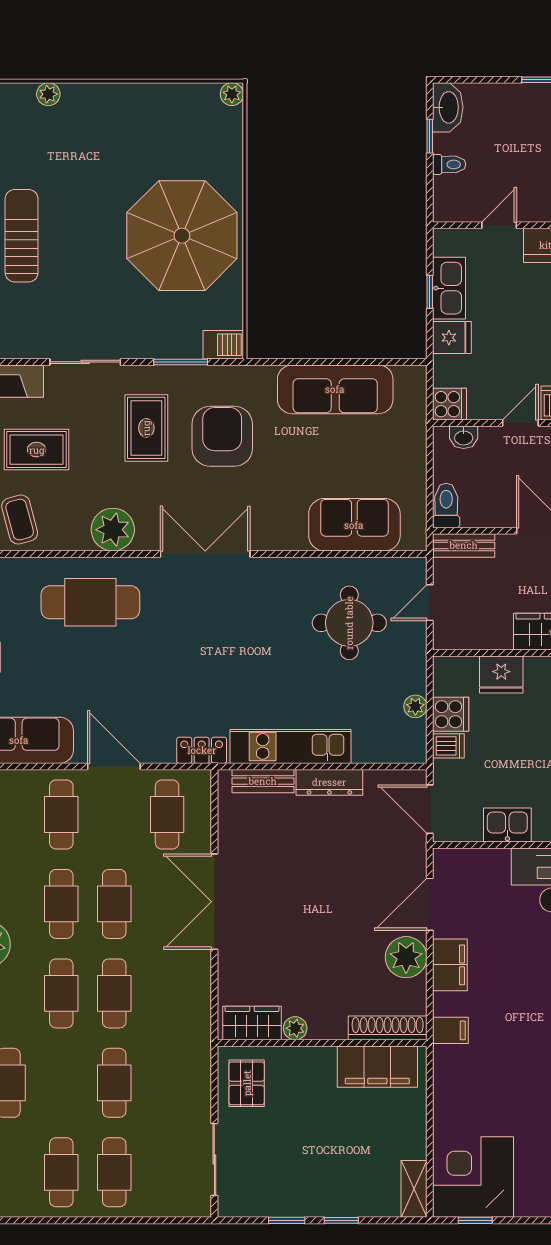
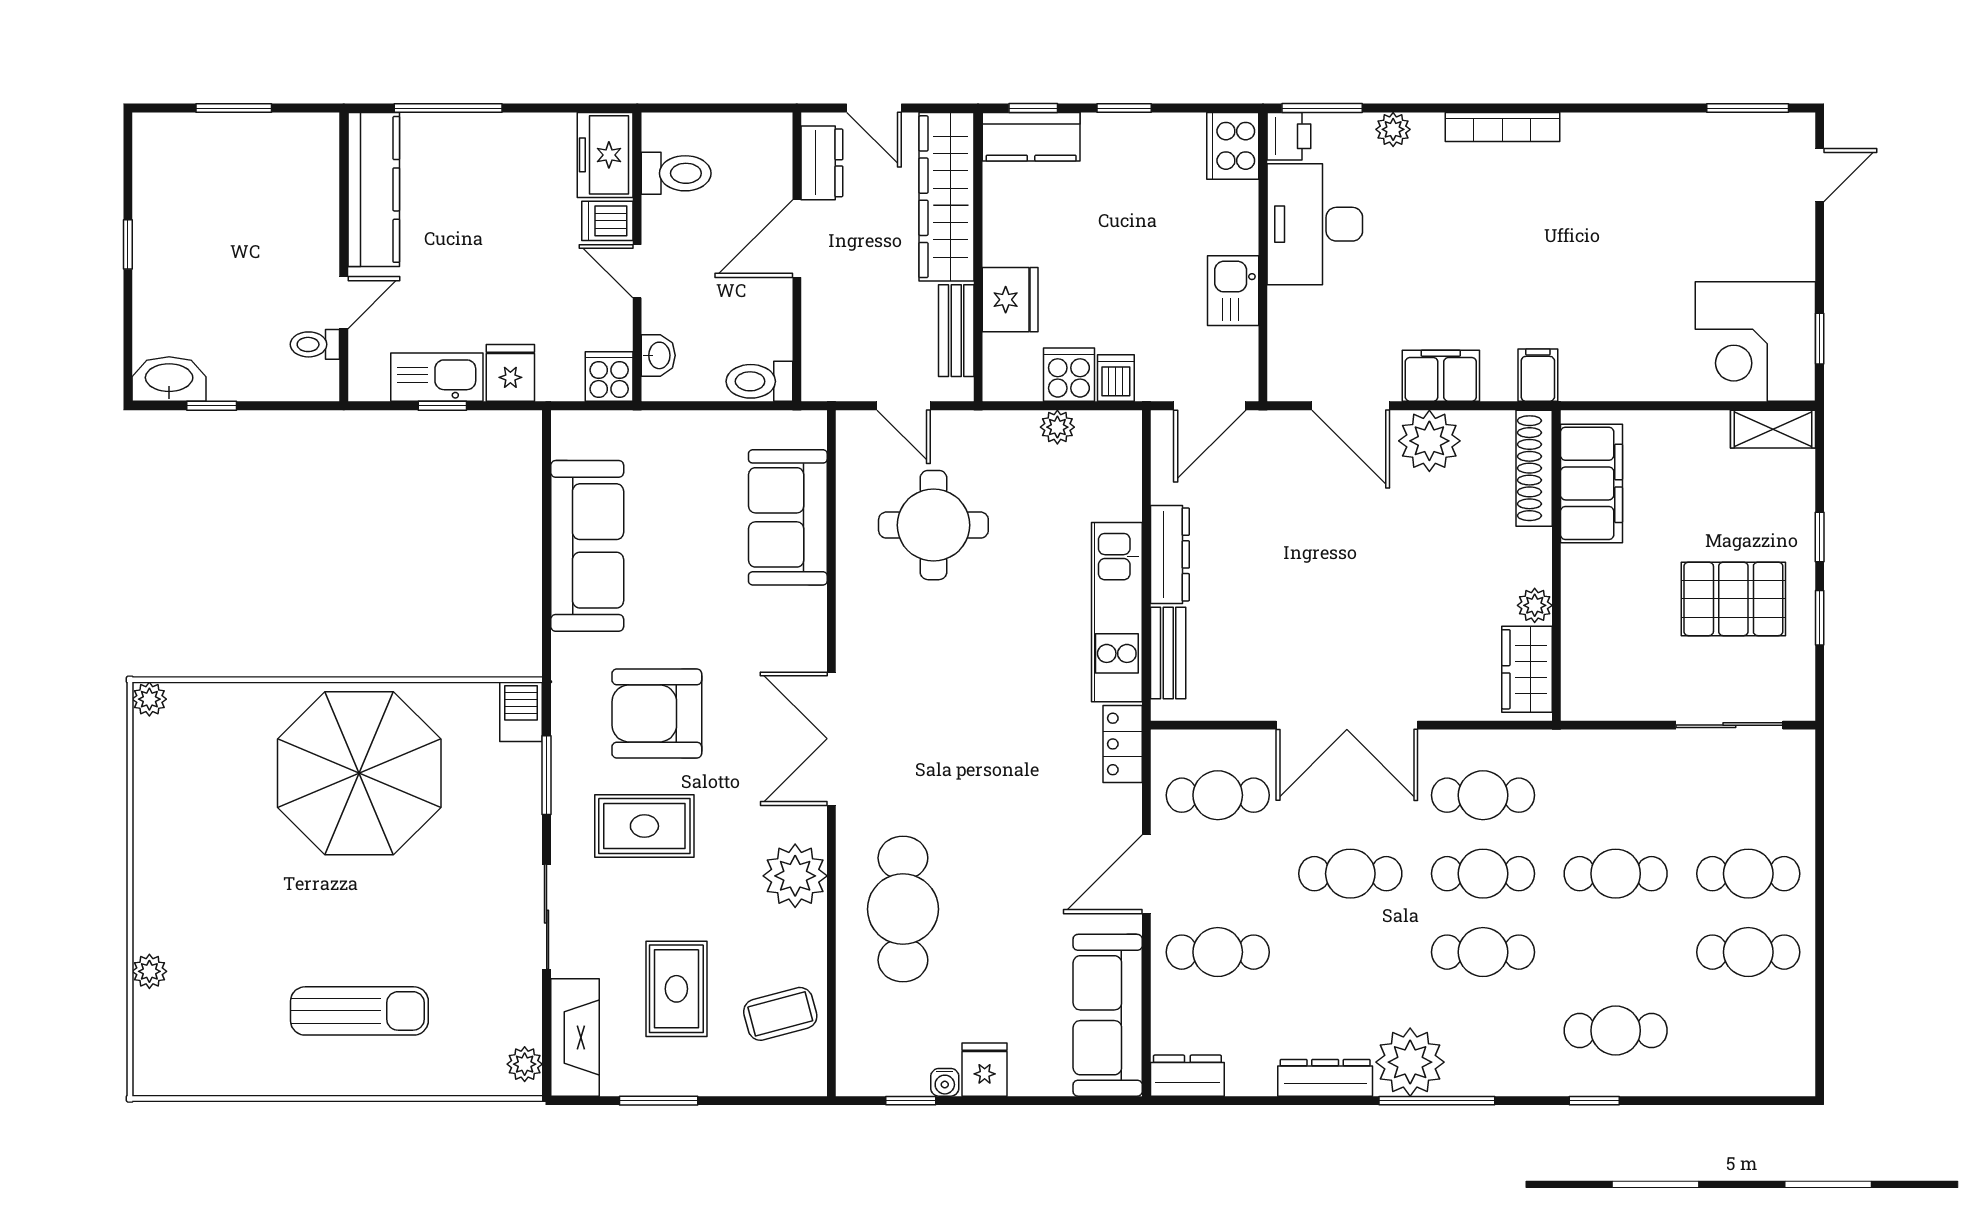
toilet: (449, 164) -> (315, 344), moved, turned -90
door: (499, 225) -> (344, 303), swing flipped
sun lounger: (22, 236) -> (359, 1011), turned 180
bench: (464, 545) -> (956, 331), moved
cafe table: (61, 904) -> (1483, 795), moved
pallet: (247, 1083) -> (1733, 599), moved, width x1.50, depth x1.42

